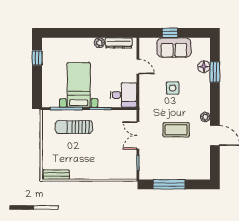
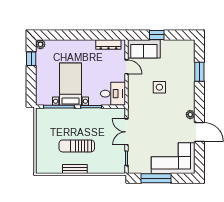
plant: (99, 43) -> (40, 44), moved
sofa: (174, 48) -> (144, 49), moved
floor lamp: (204, 67) -> (189, 67), removed
sun lounger: (74, 127) -> (77, 146), moved
coffee table: (176, 130) -> (163, 127), removed
corner sofa: (187, 163) -> (173, 158), added
bench: (56, 175) -> (75, 169), moved

